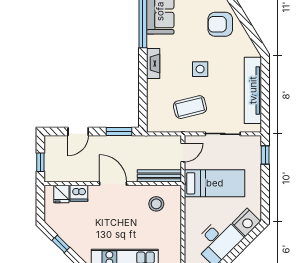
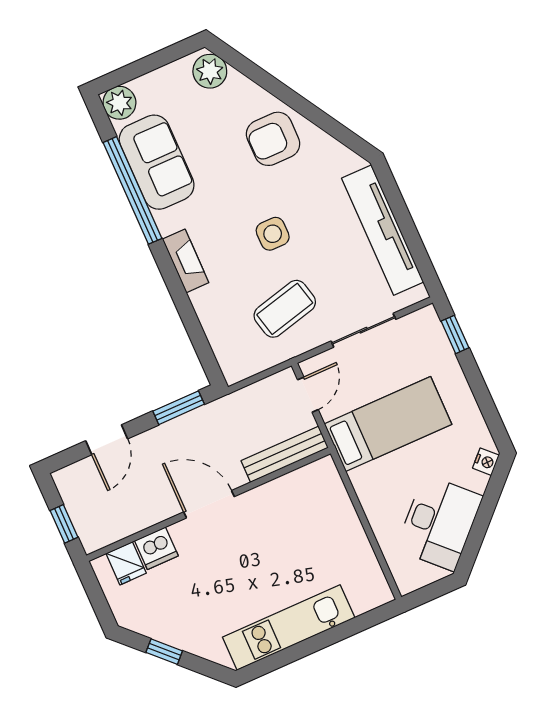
stool: (156, 204) -> (301, 506), removed
nightstand: (246, 222) -> (486, 462), width x0.53, depth x0.56

